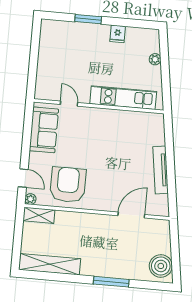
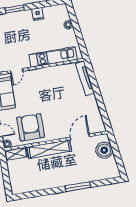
door: (69, 104) -> (17, 71), swing flipped
tv unit: (160, 170) -> (85, 78), moved
shelving: (50, 264) -> (49, 149), moved
boiler: (161, 266) -> (104, 150), moved

